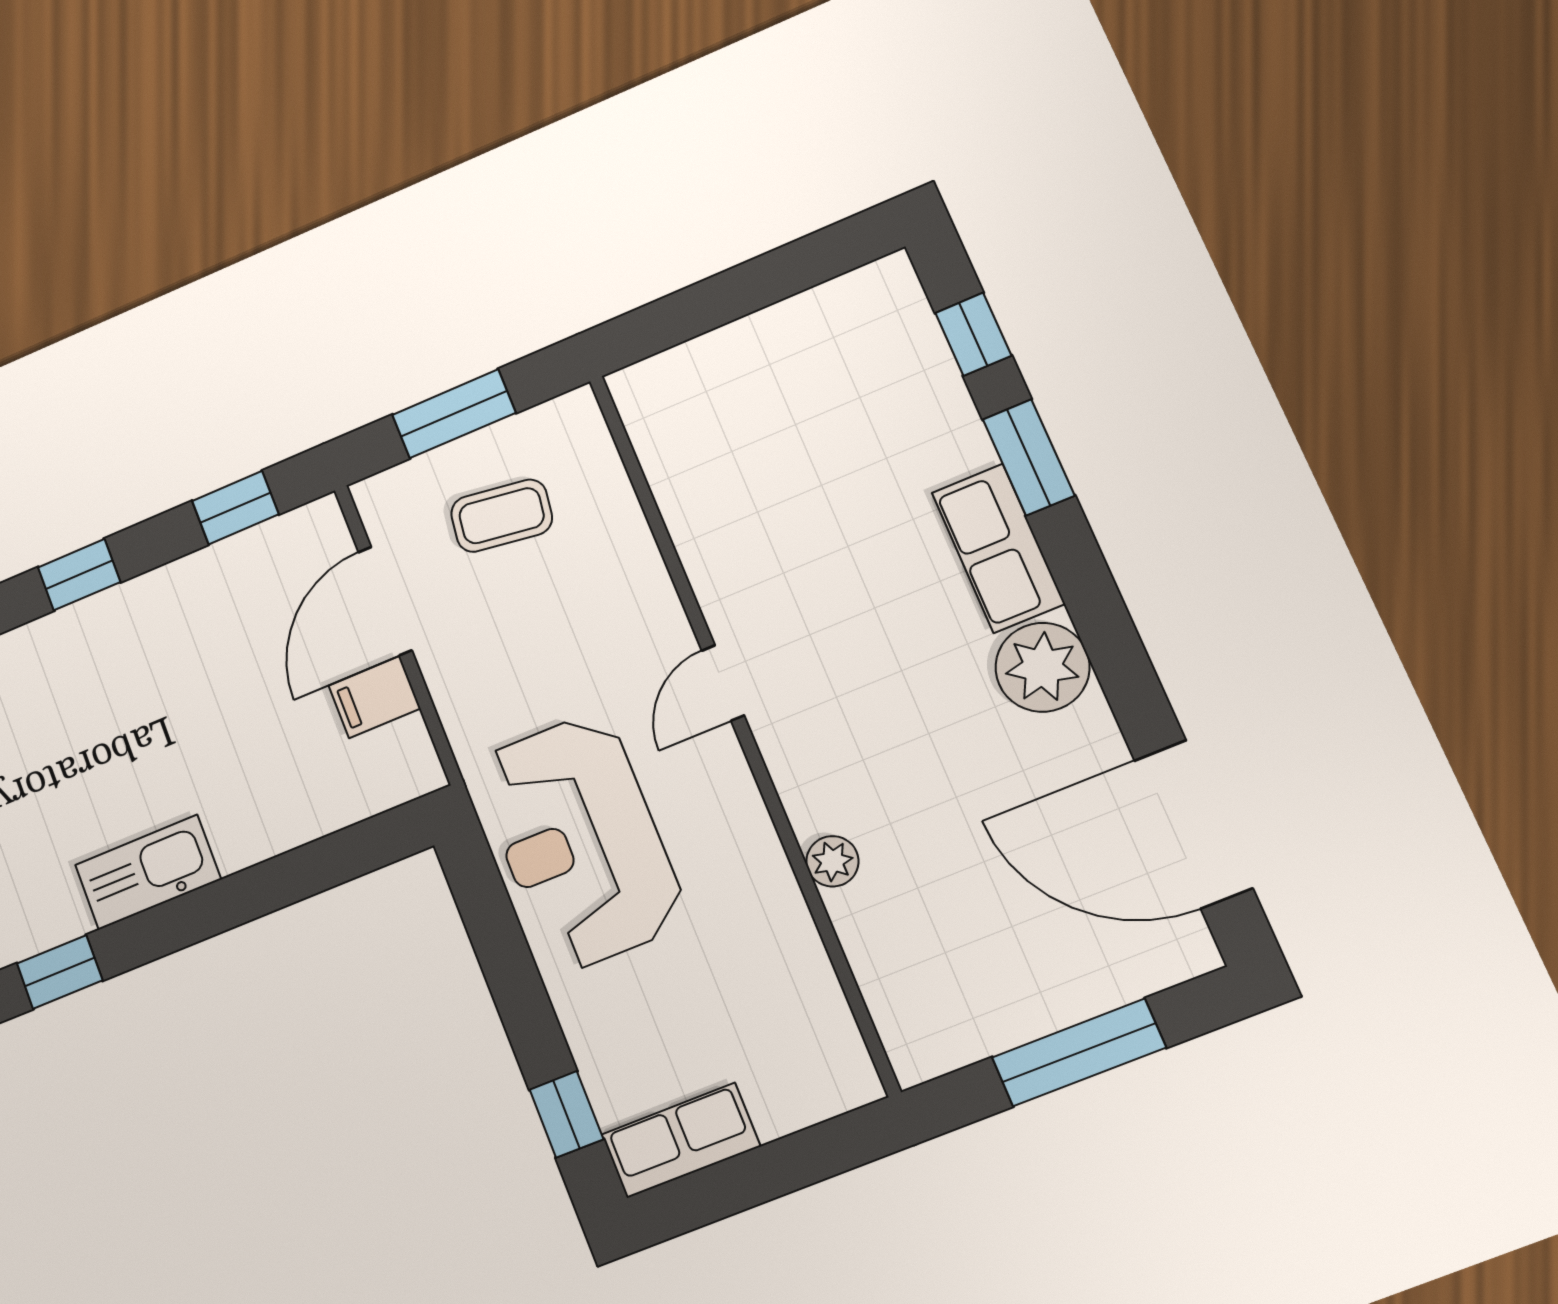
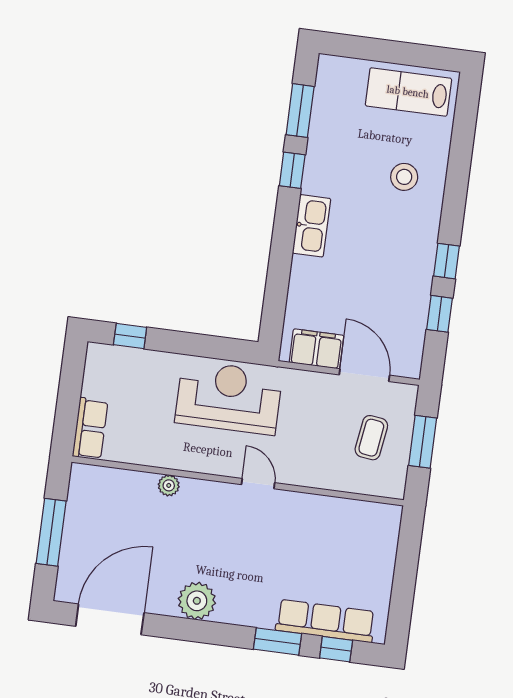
window: (235, 508) -> (440, 314), moved
row of seats: (998, 548) -> (325, 621), moved, width x1.48
filing cabinet: (374, 697) -> (317, 349), width x2.00
row of seats: (681, 1140) -> (90, 429), moved

